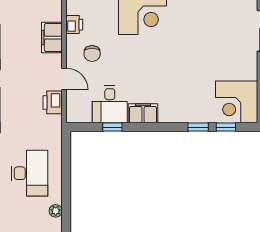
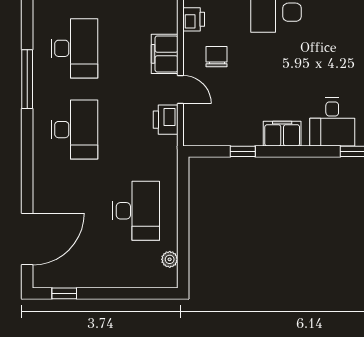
filing cabinet: (52, 38) -> (165, 54), moved
chair: (92, 54) -> (217, 57), turned 180
desk: (110, 104) -> (332, 122), moved

